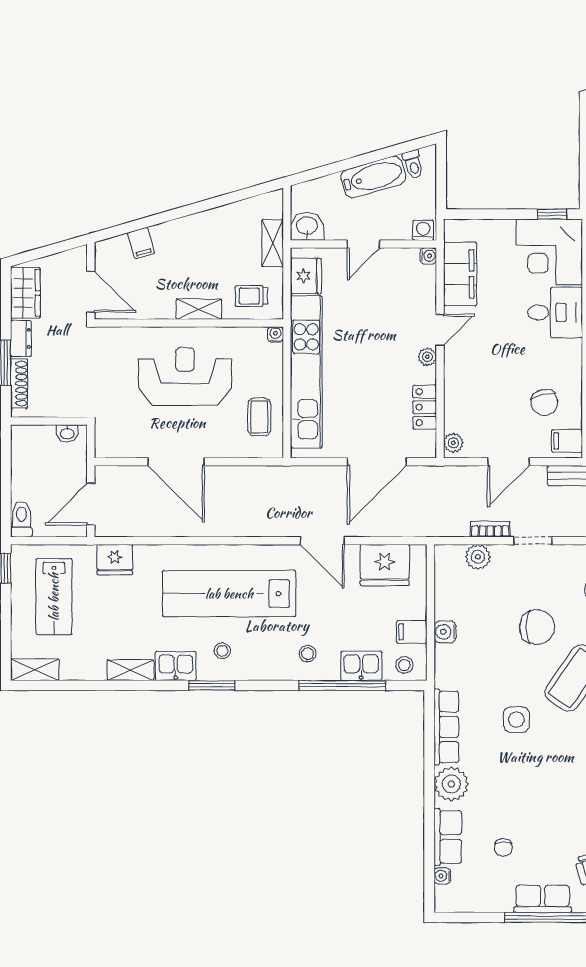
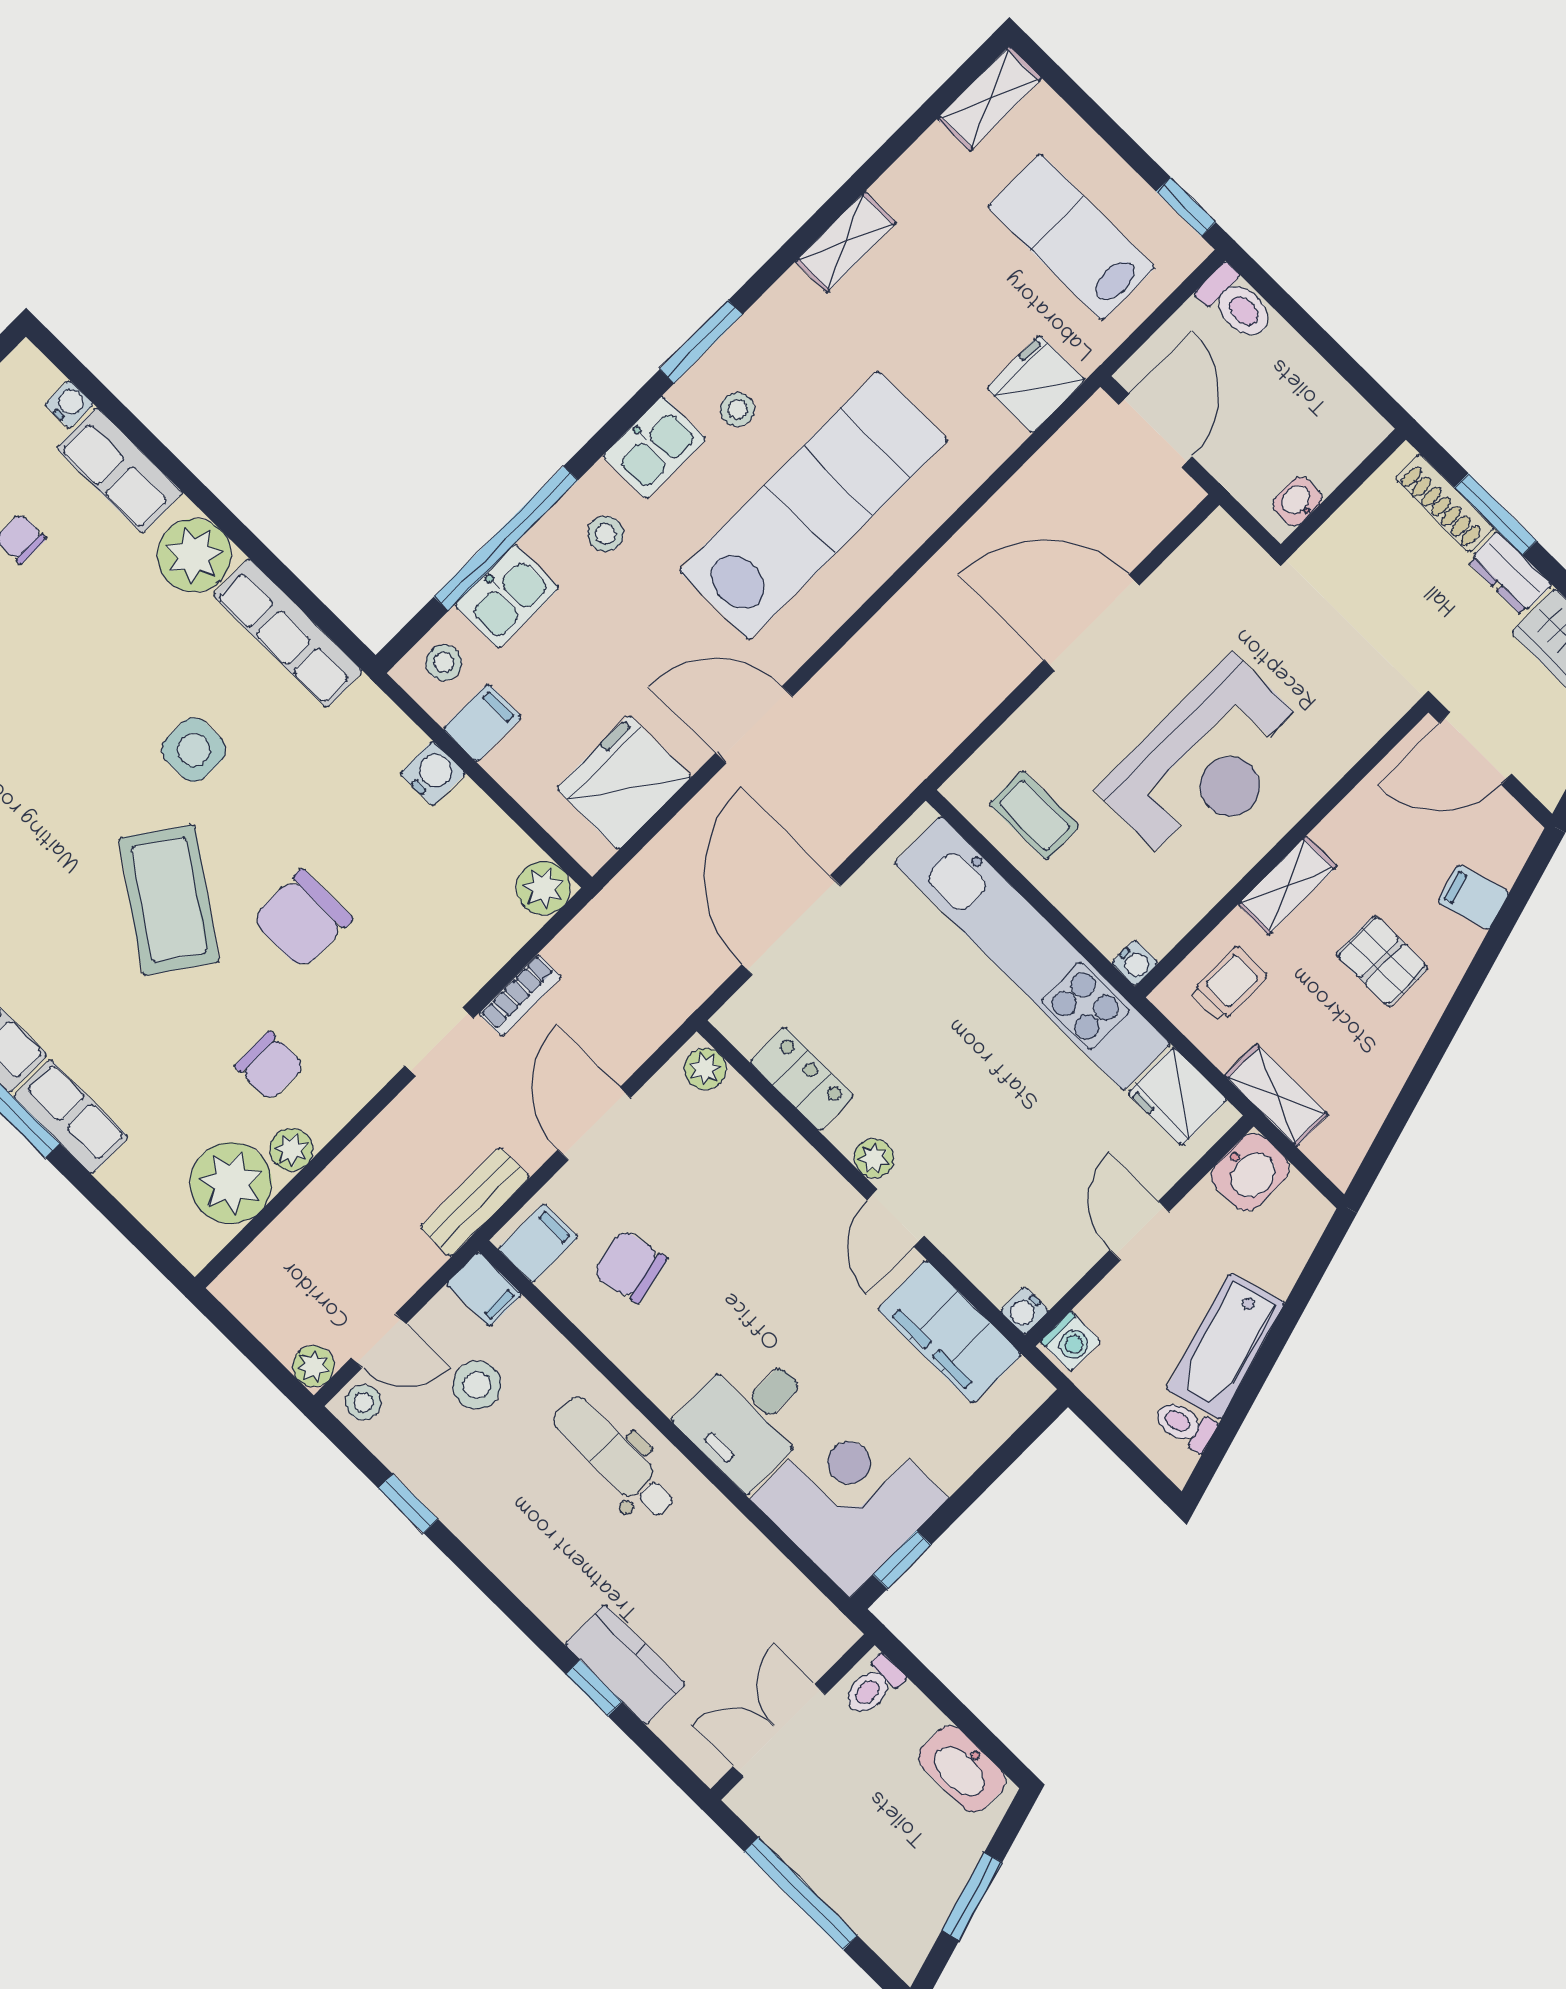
pallet: (193, 252) -> (1382, 961), added
plant: (478, 557) -> (543, 888), moved
kitchen sink: (176, 666) -> (654, 447), moved

